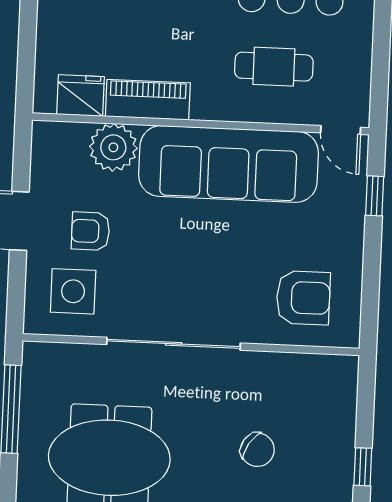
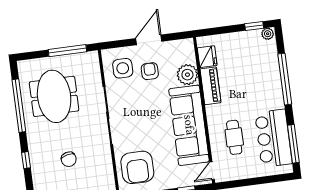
armchair: (303, 298) -> (137, 167), width x1.36, depth x1.36
chair: (257, 450) -> (69, 159), turned -46

